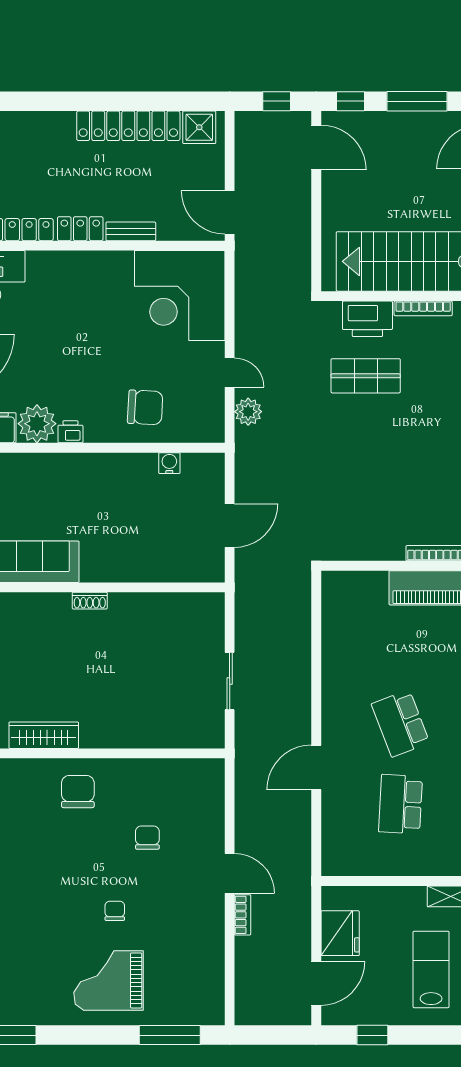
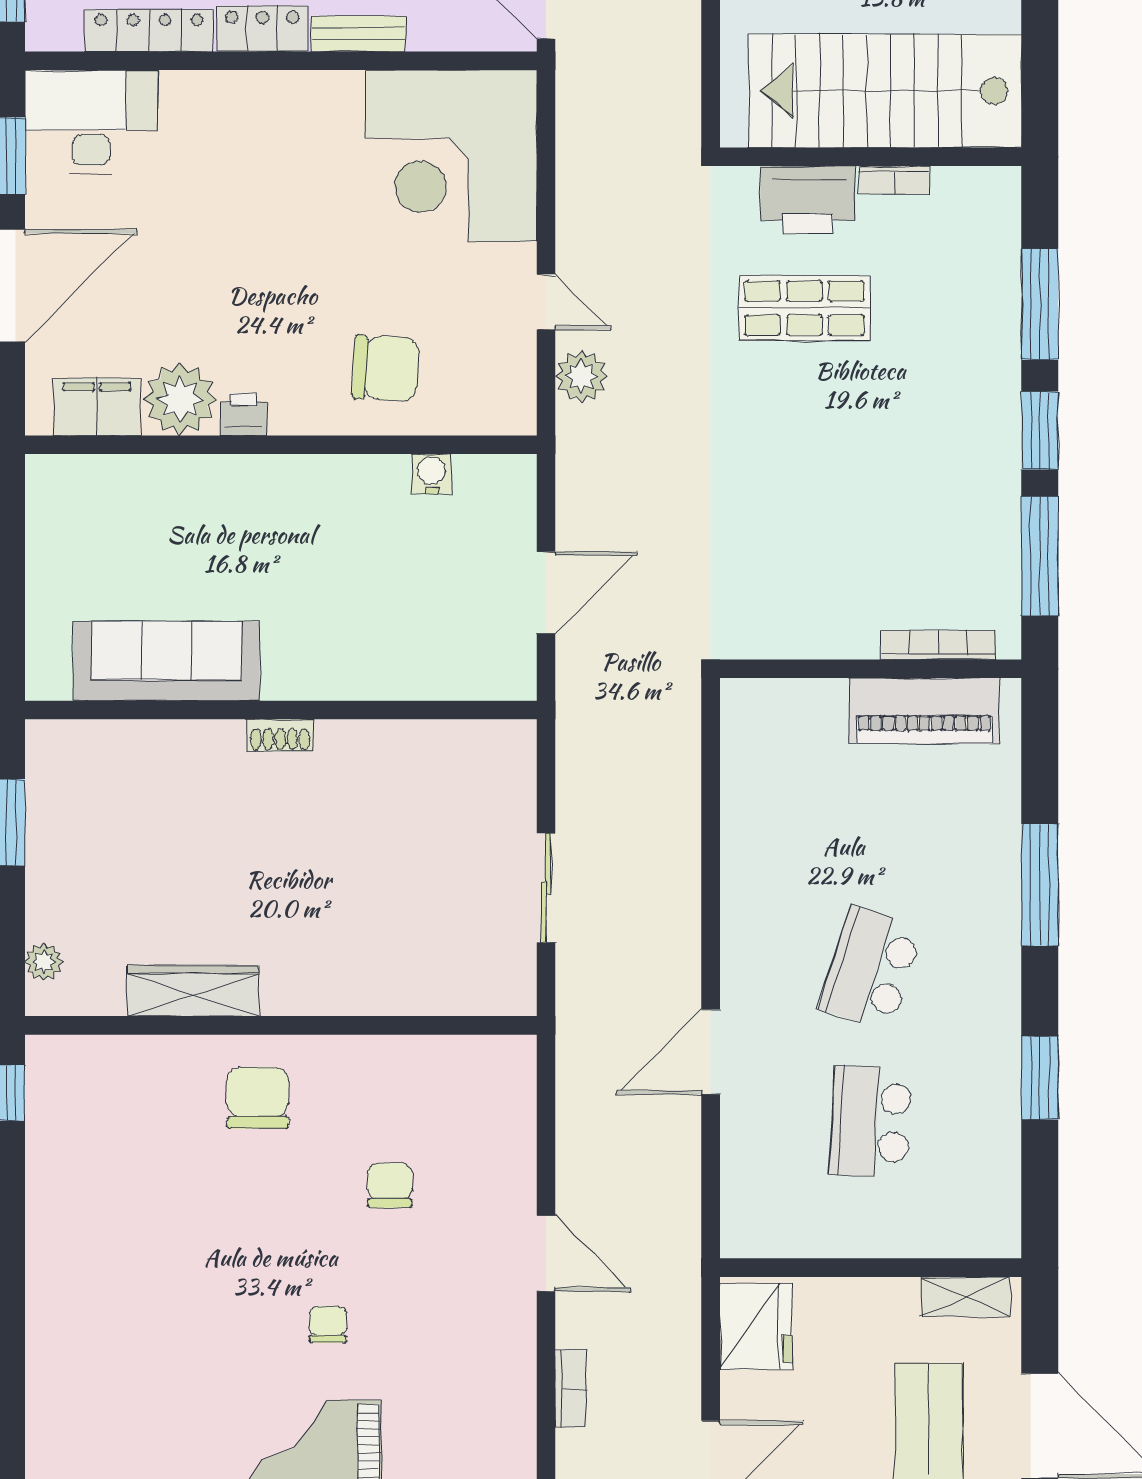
bookcase: (423, 308) -> (894, 180), width x0.64
school desk: (401, 723) -> (871, 968), turned 39
bookcase: (243, 915) -> (571, 1389), moved
fridge: (340, 933) -> (756, 1326), moved

